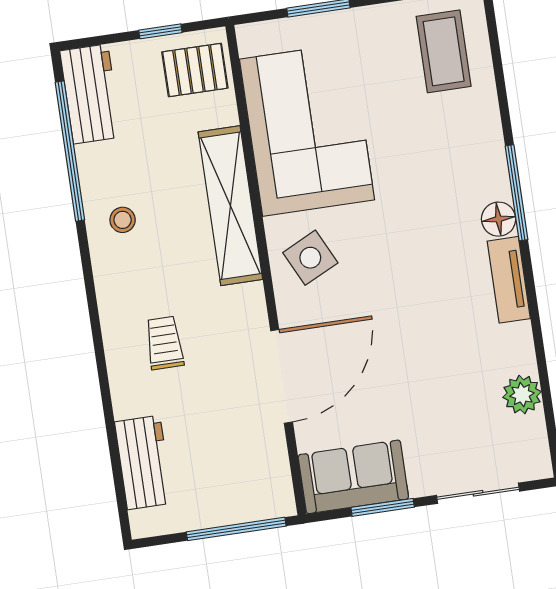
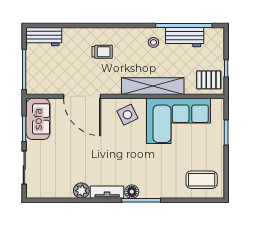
pallet: (195, 70) -> (209, 80), turned 90
workbench: (91, 94) -> (185, 37), moved
plant: (522, 395) -> (81, 191), moved
workbench: (144, 463) -> (44, 37), moved

